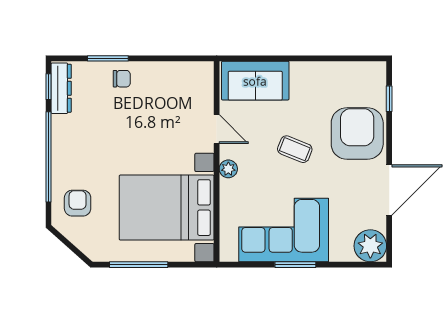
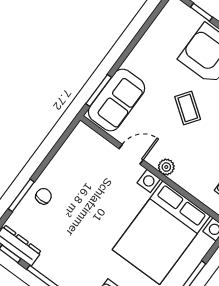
window: (252, 58) -> (99, 91), added
coffee table: (295, 149) -> (188, 108), turned -76

